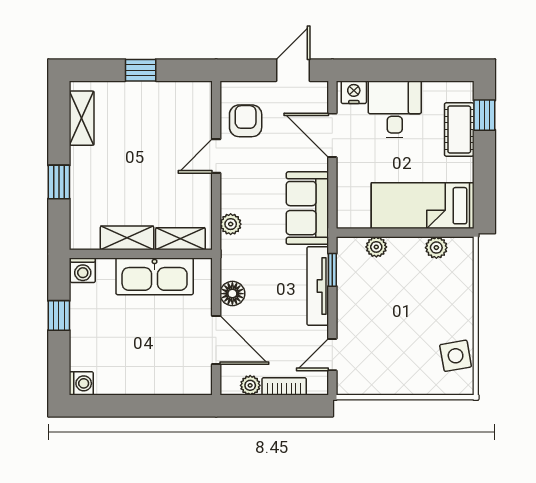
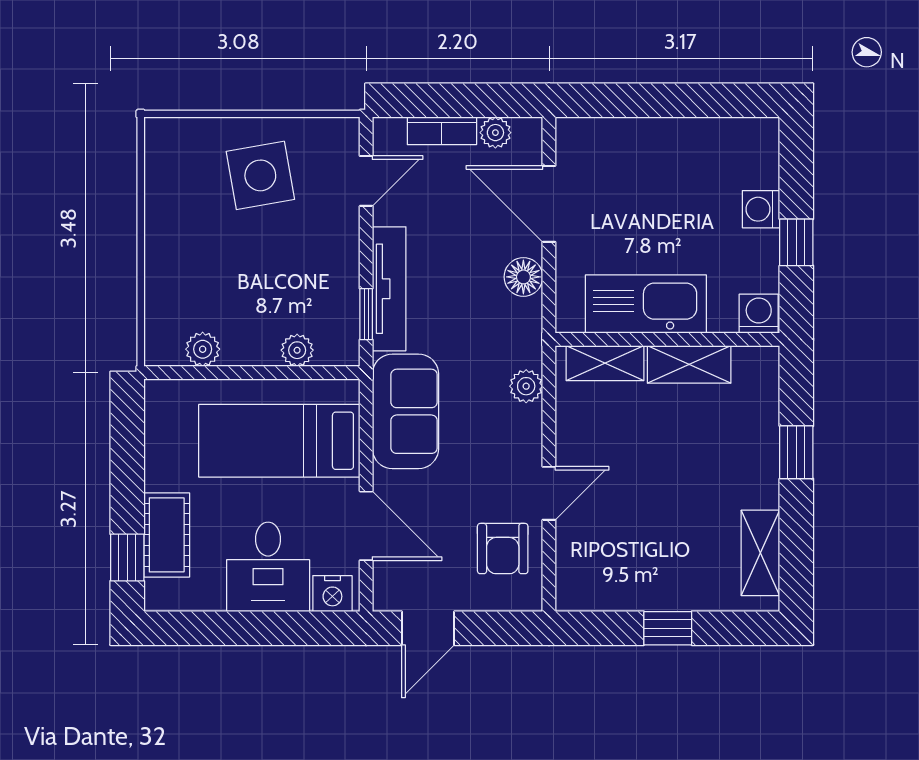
bed: (423, 206) -> (279, 441), moved, turned 180
side table: (456, 356) -> (260, 175), moved, width x1.37, depth x1.37
washing machine: (81, 383) -> (761, 209), moved

